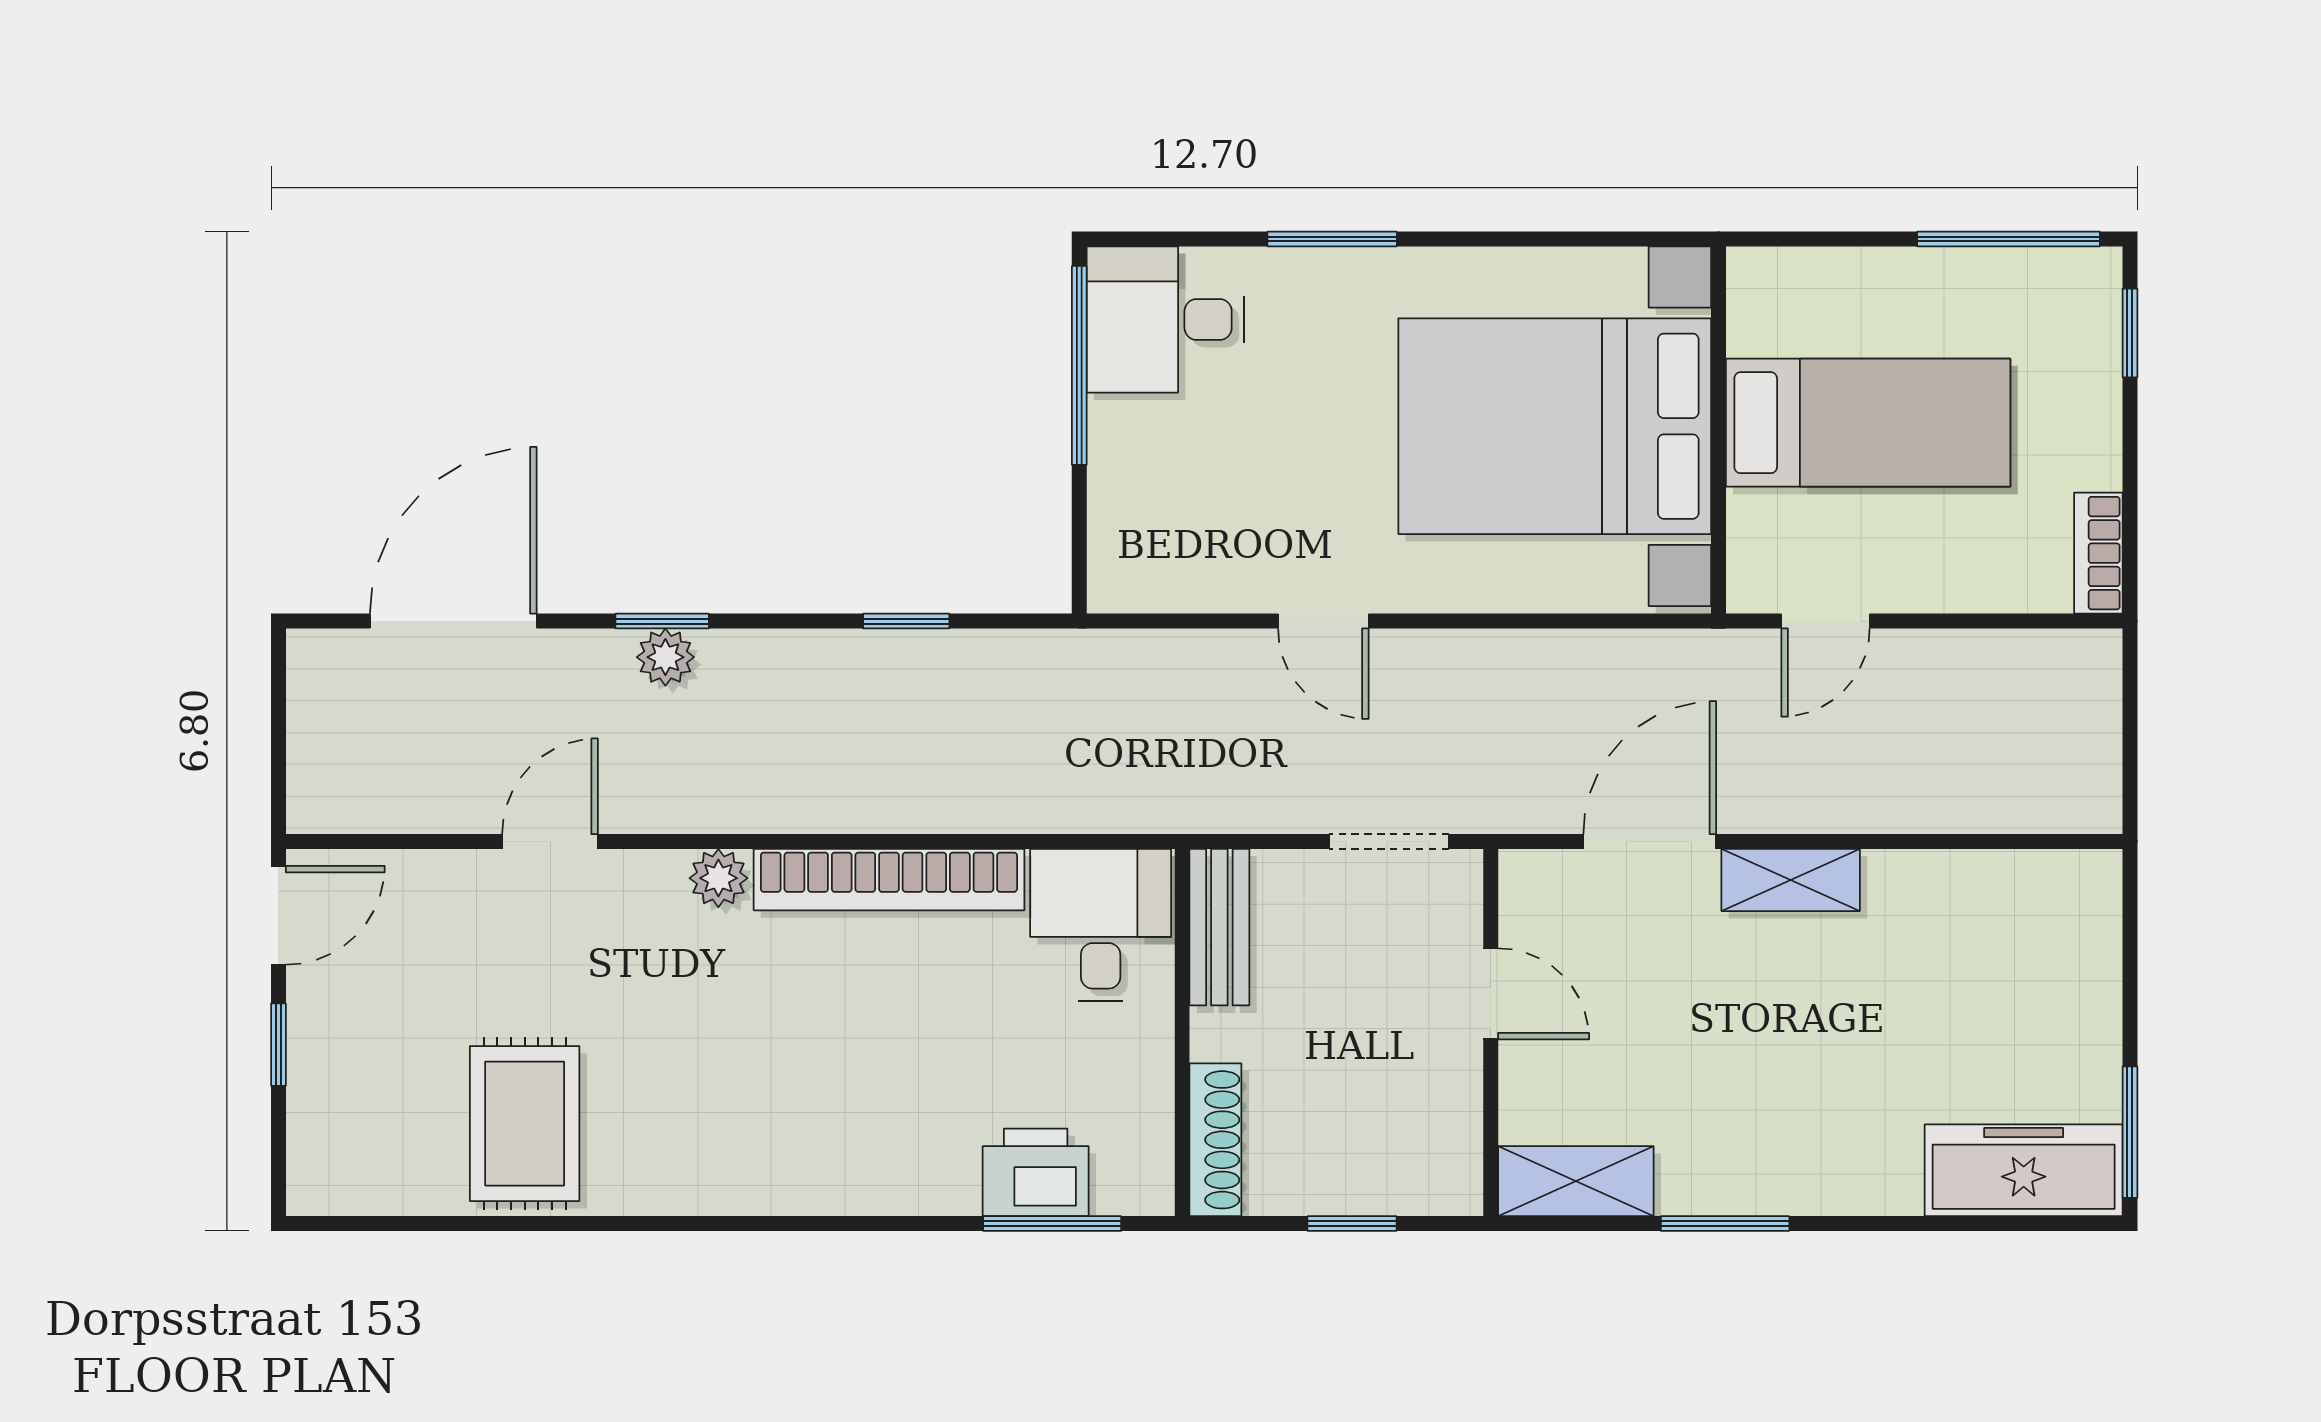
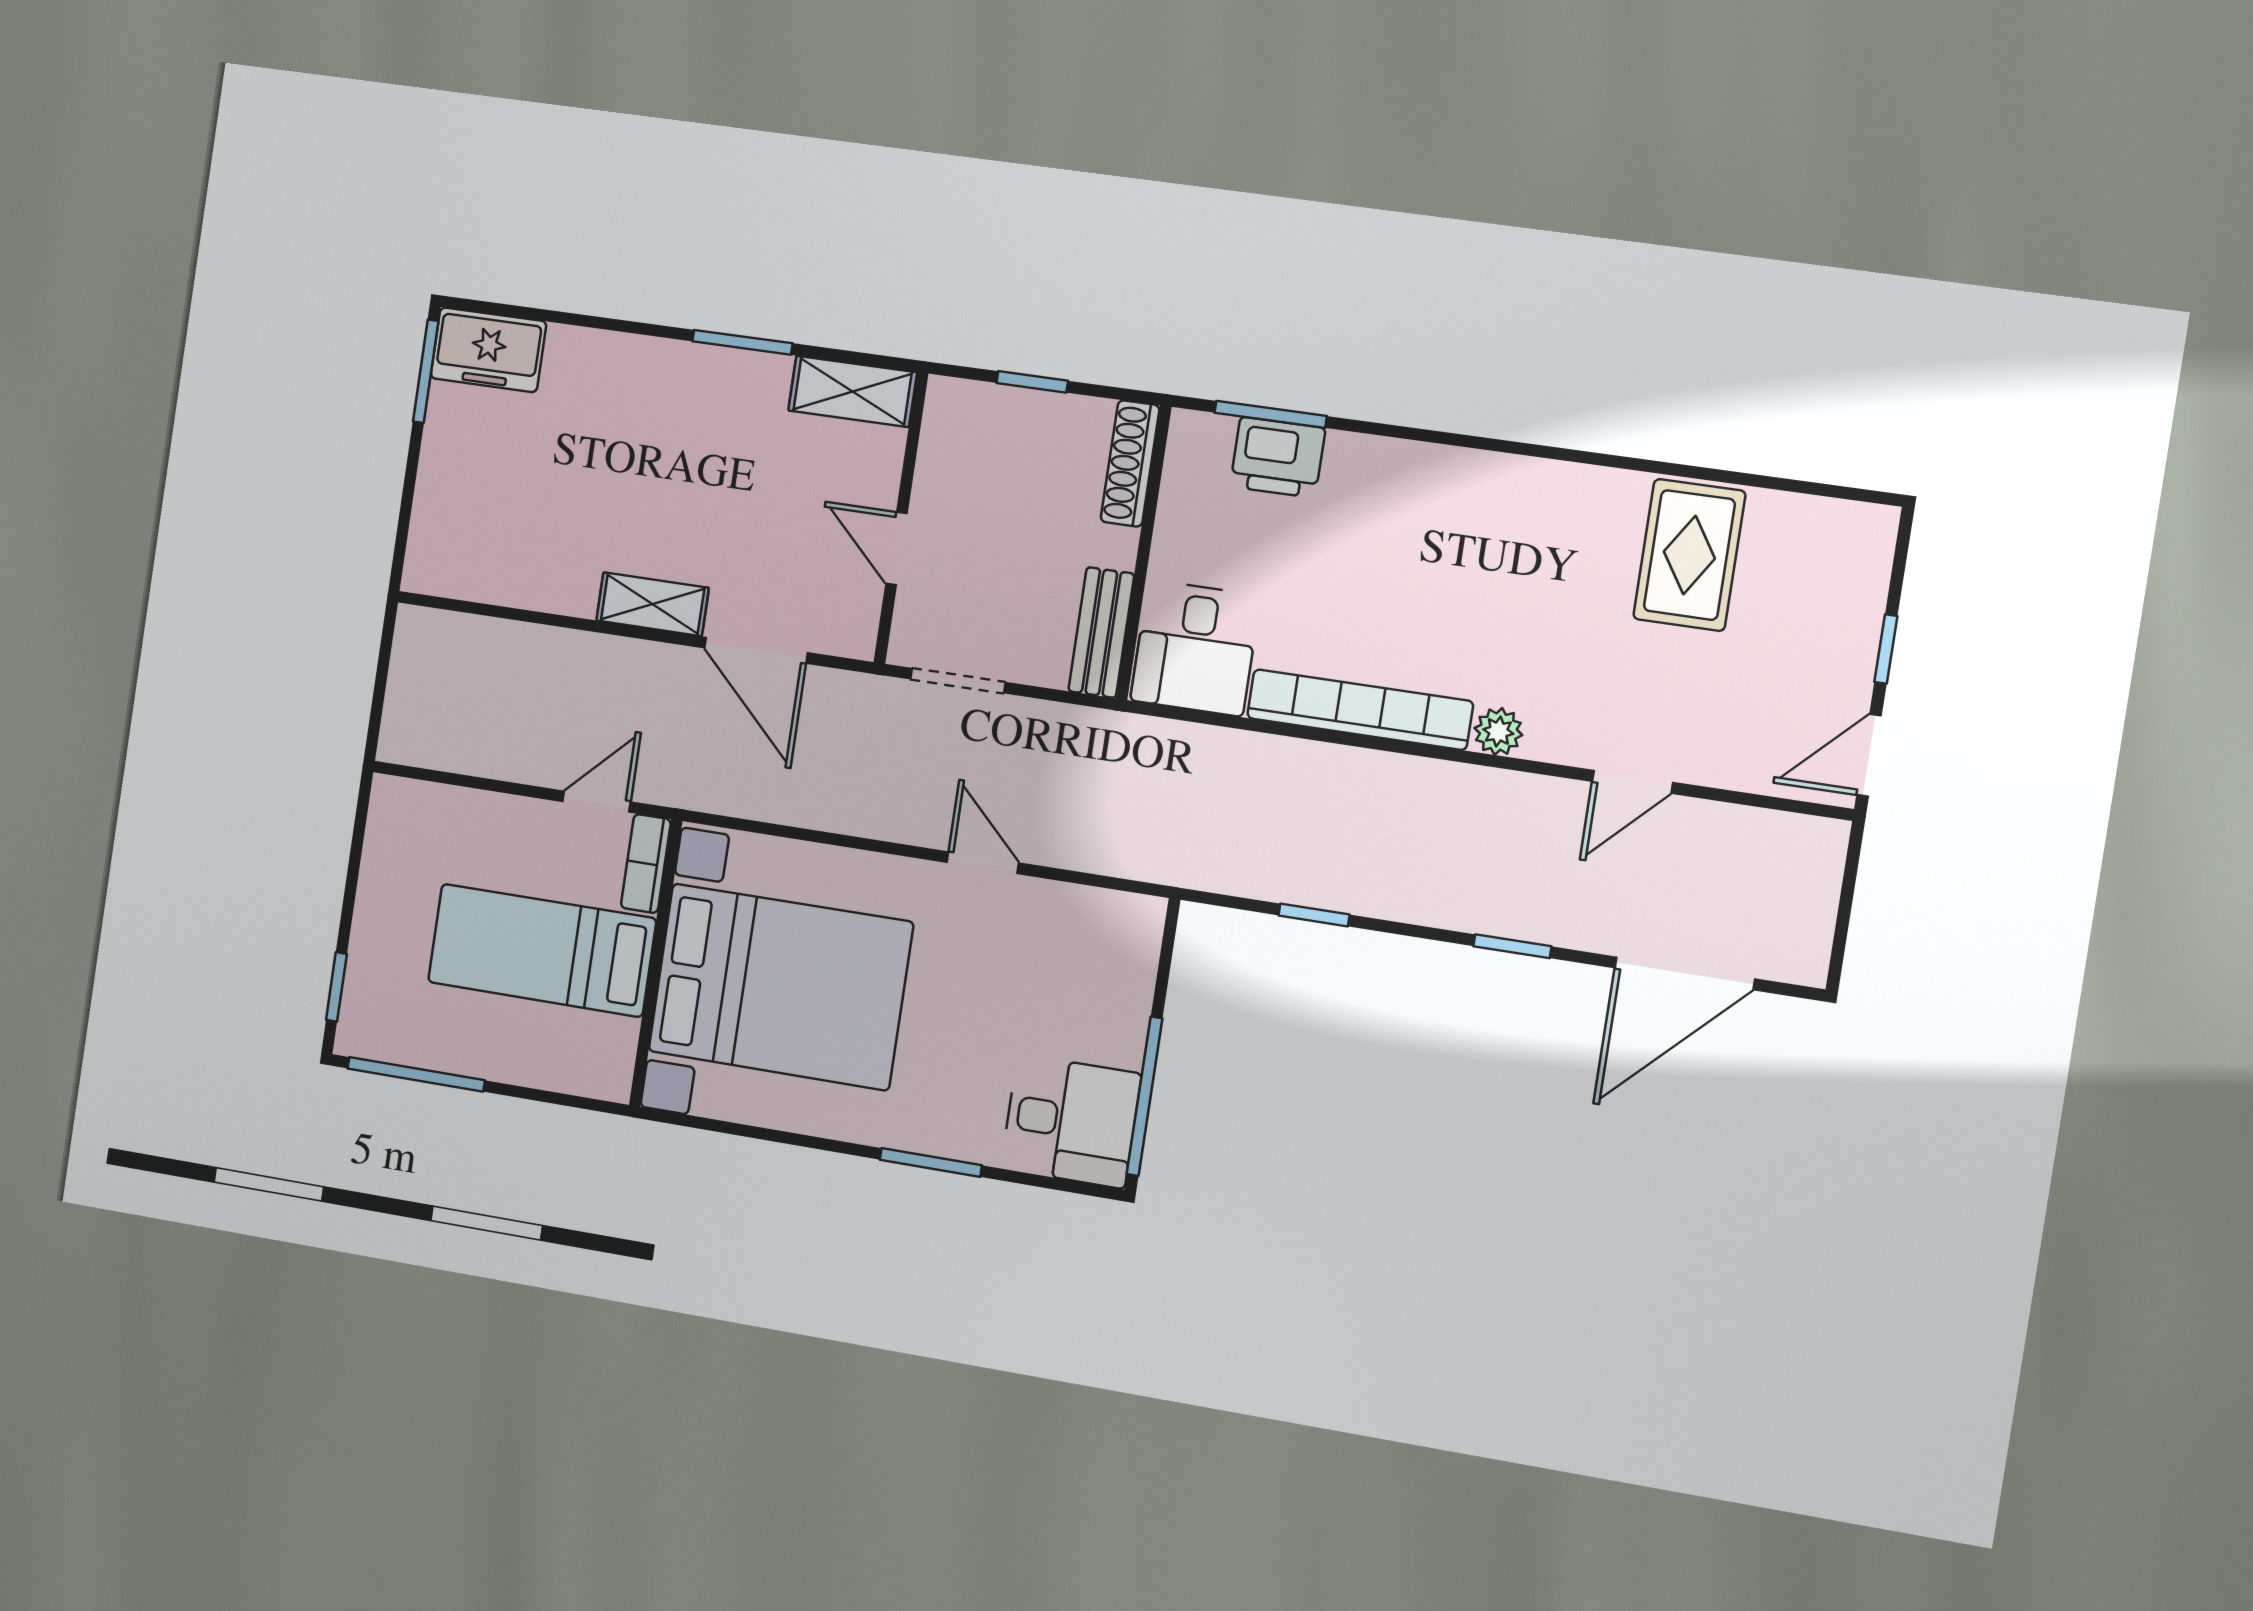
bookcase: (2098, 553) -> (646, 864), moved, turned 180
plant: (665, 657) -> (1514, 917), removed
door: (1650, 841) -> (756, 650), hinge flipped
freezer: (2024, 1170) -> (488, 350), width x0.71

